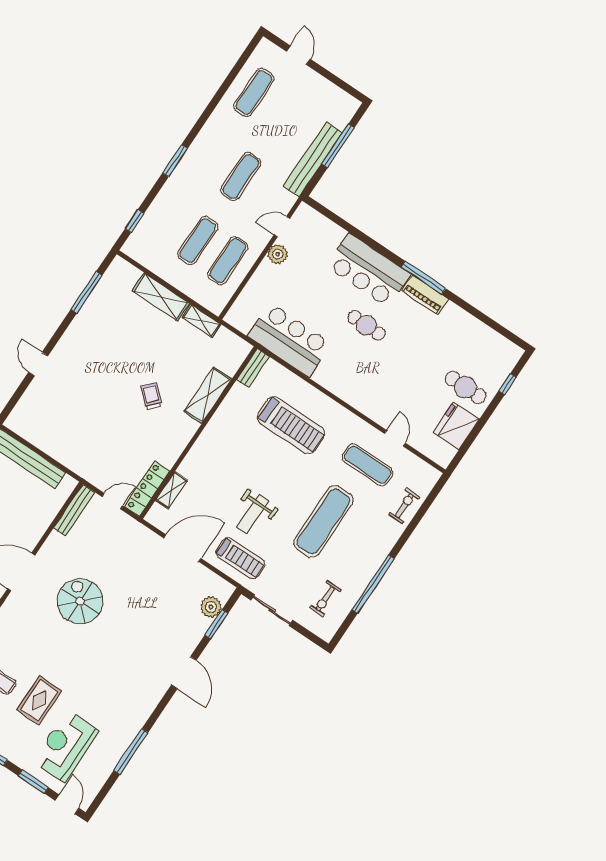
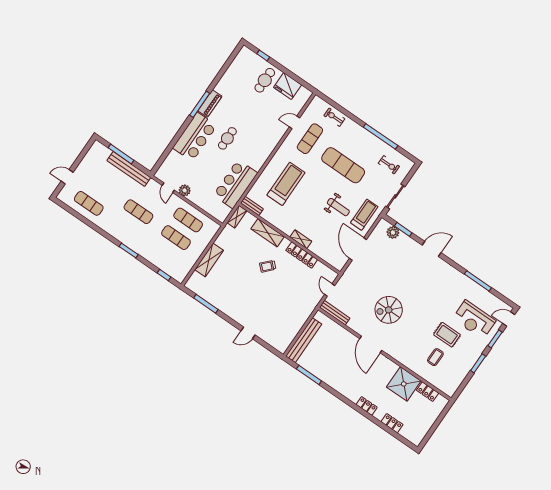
shelving: (201, 321) -> (237, 217), moved
locker: (147, 489) -> (302, 255), moved
shelving: (172, 490) -> (301, 239), moved

